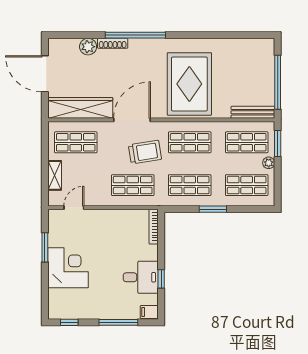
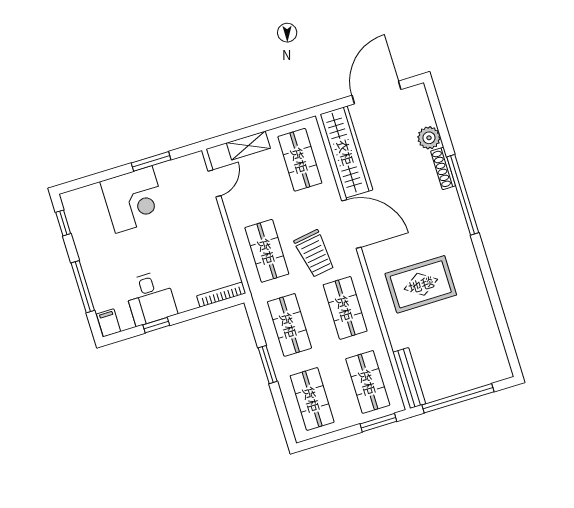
rug: (189, 84) -> (421, 284), width x0.73, depth x0.69
plant: (269, 163) -> (350, 419), removed
door: (74, 208) -> (214, 183), hinge flipped

